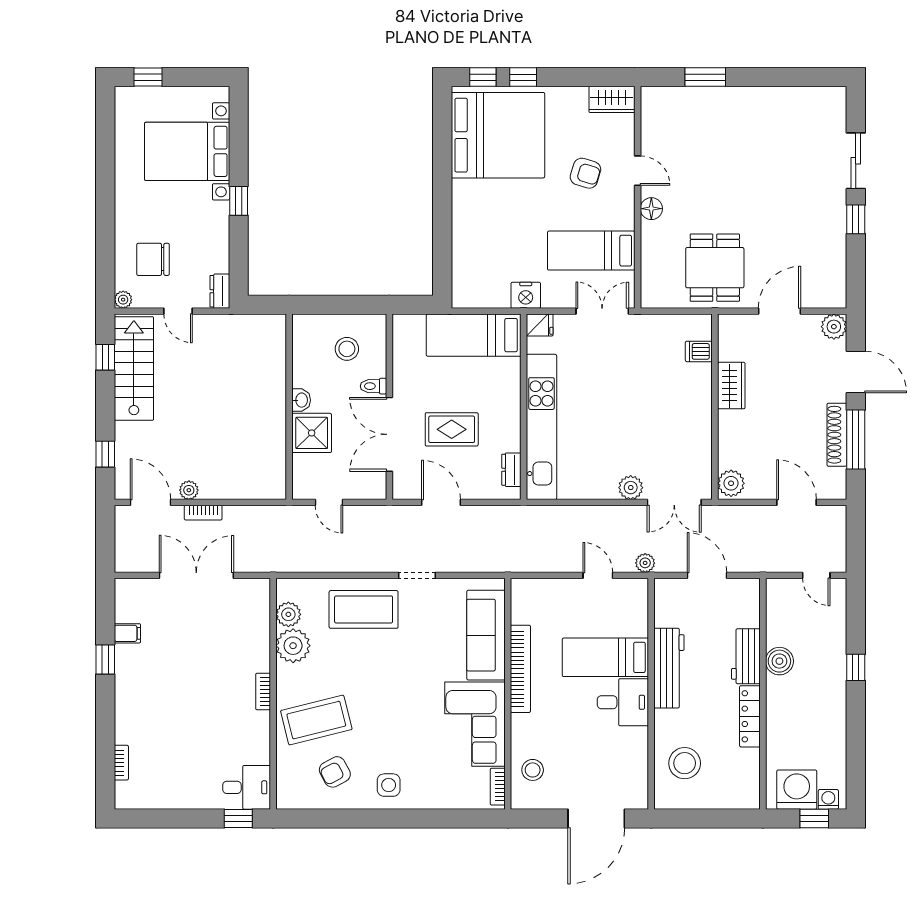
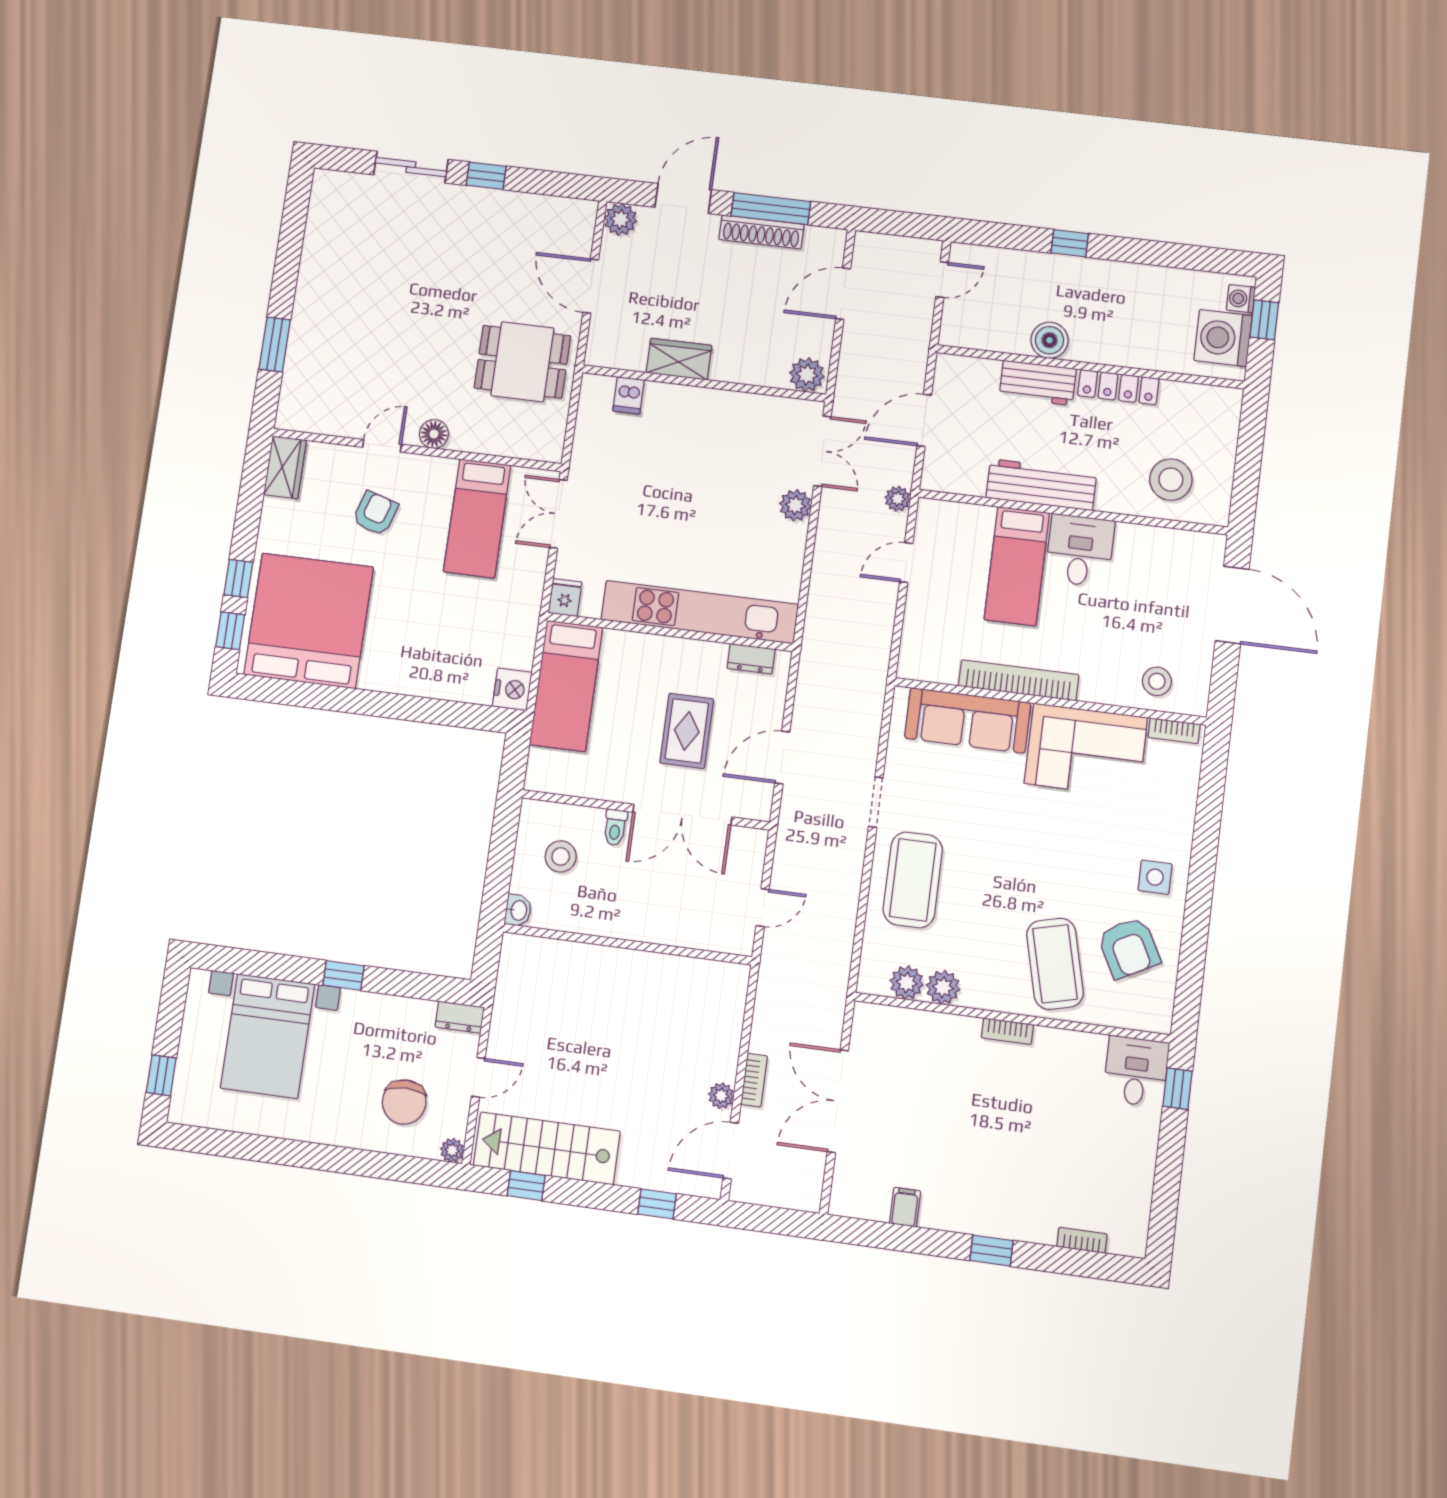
nightstand: (526, 295) -> (512, 689), moved
washbasin: (301, 400) -> (518, 910), moved, turned 90
shower: (312, 433) -> (666, 919), removed
plant: (293, 646) -> (943, 987), width x0.73, depth x0.73
window: (105, 659) -> (992, 1251), moved
armchair: (335, 772) -> (1129, 948), width x1.38, depth x1.38

